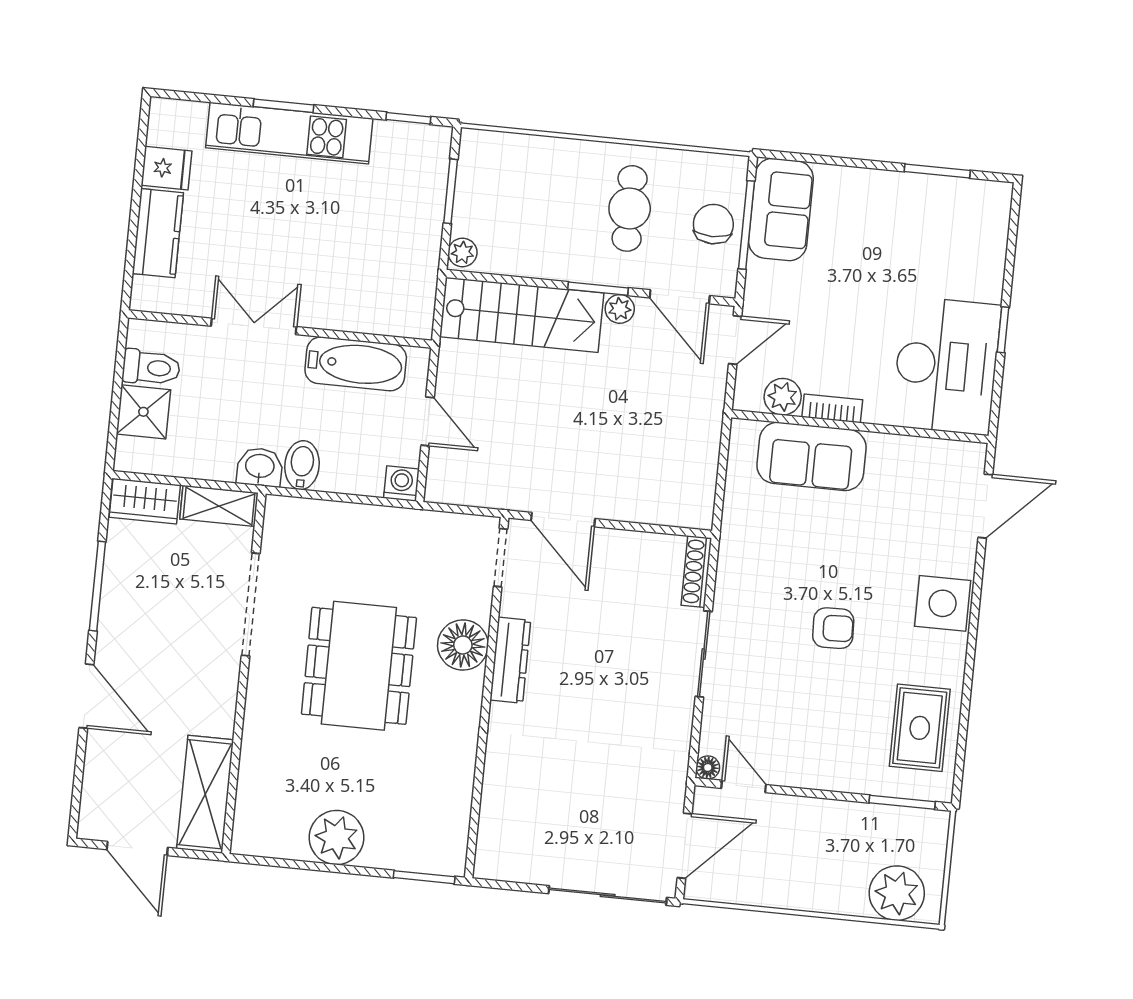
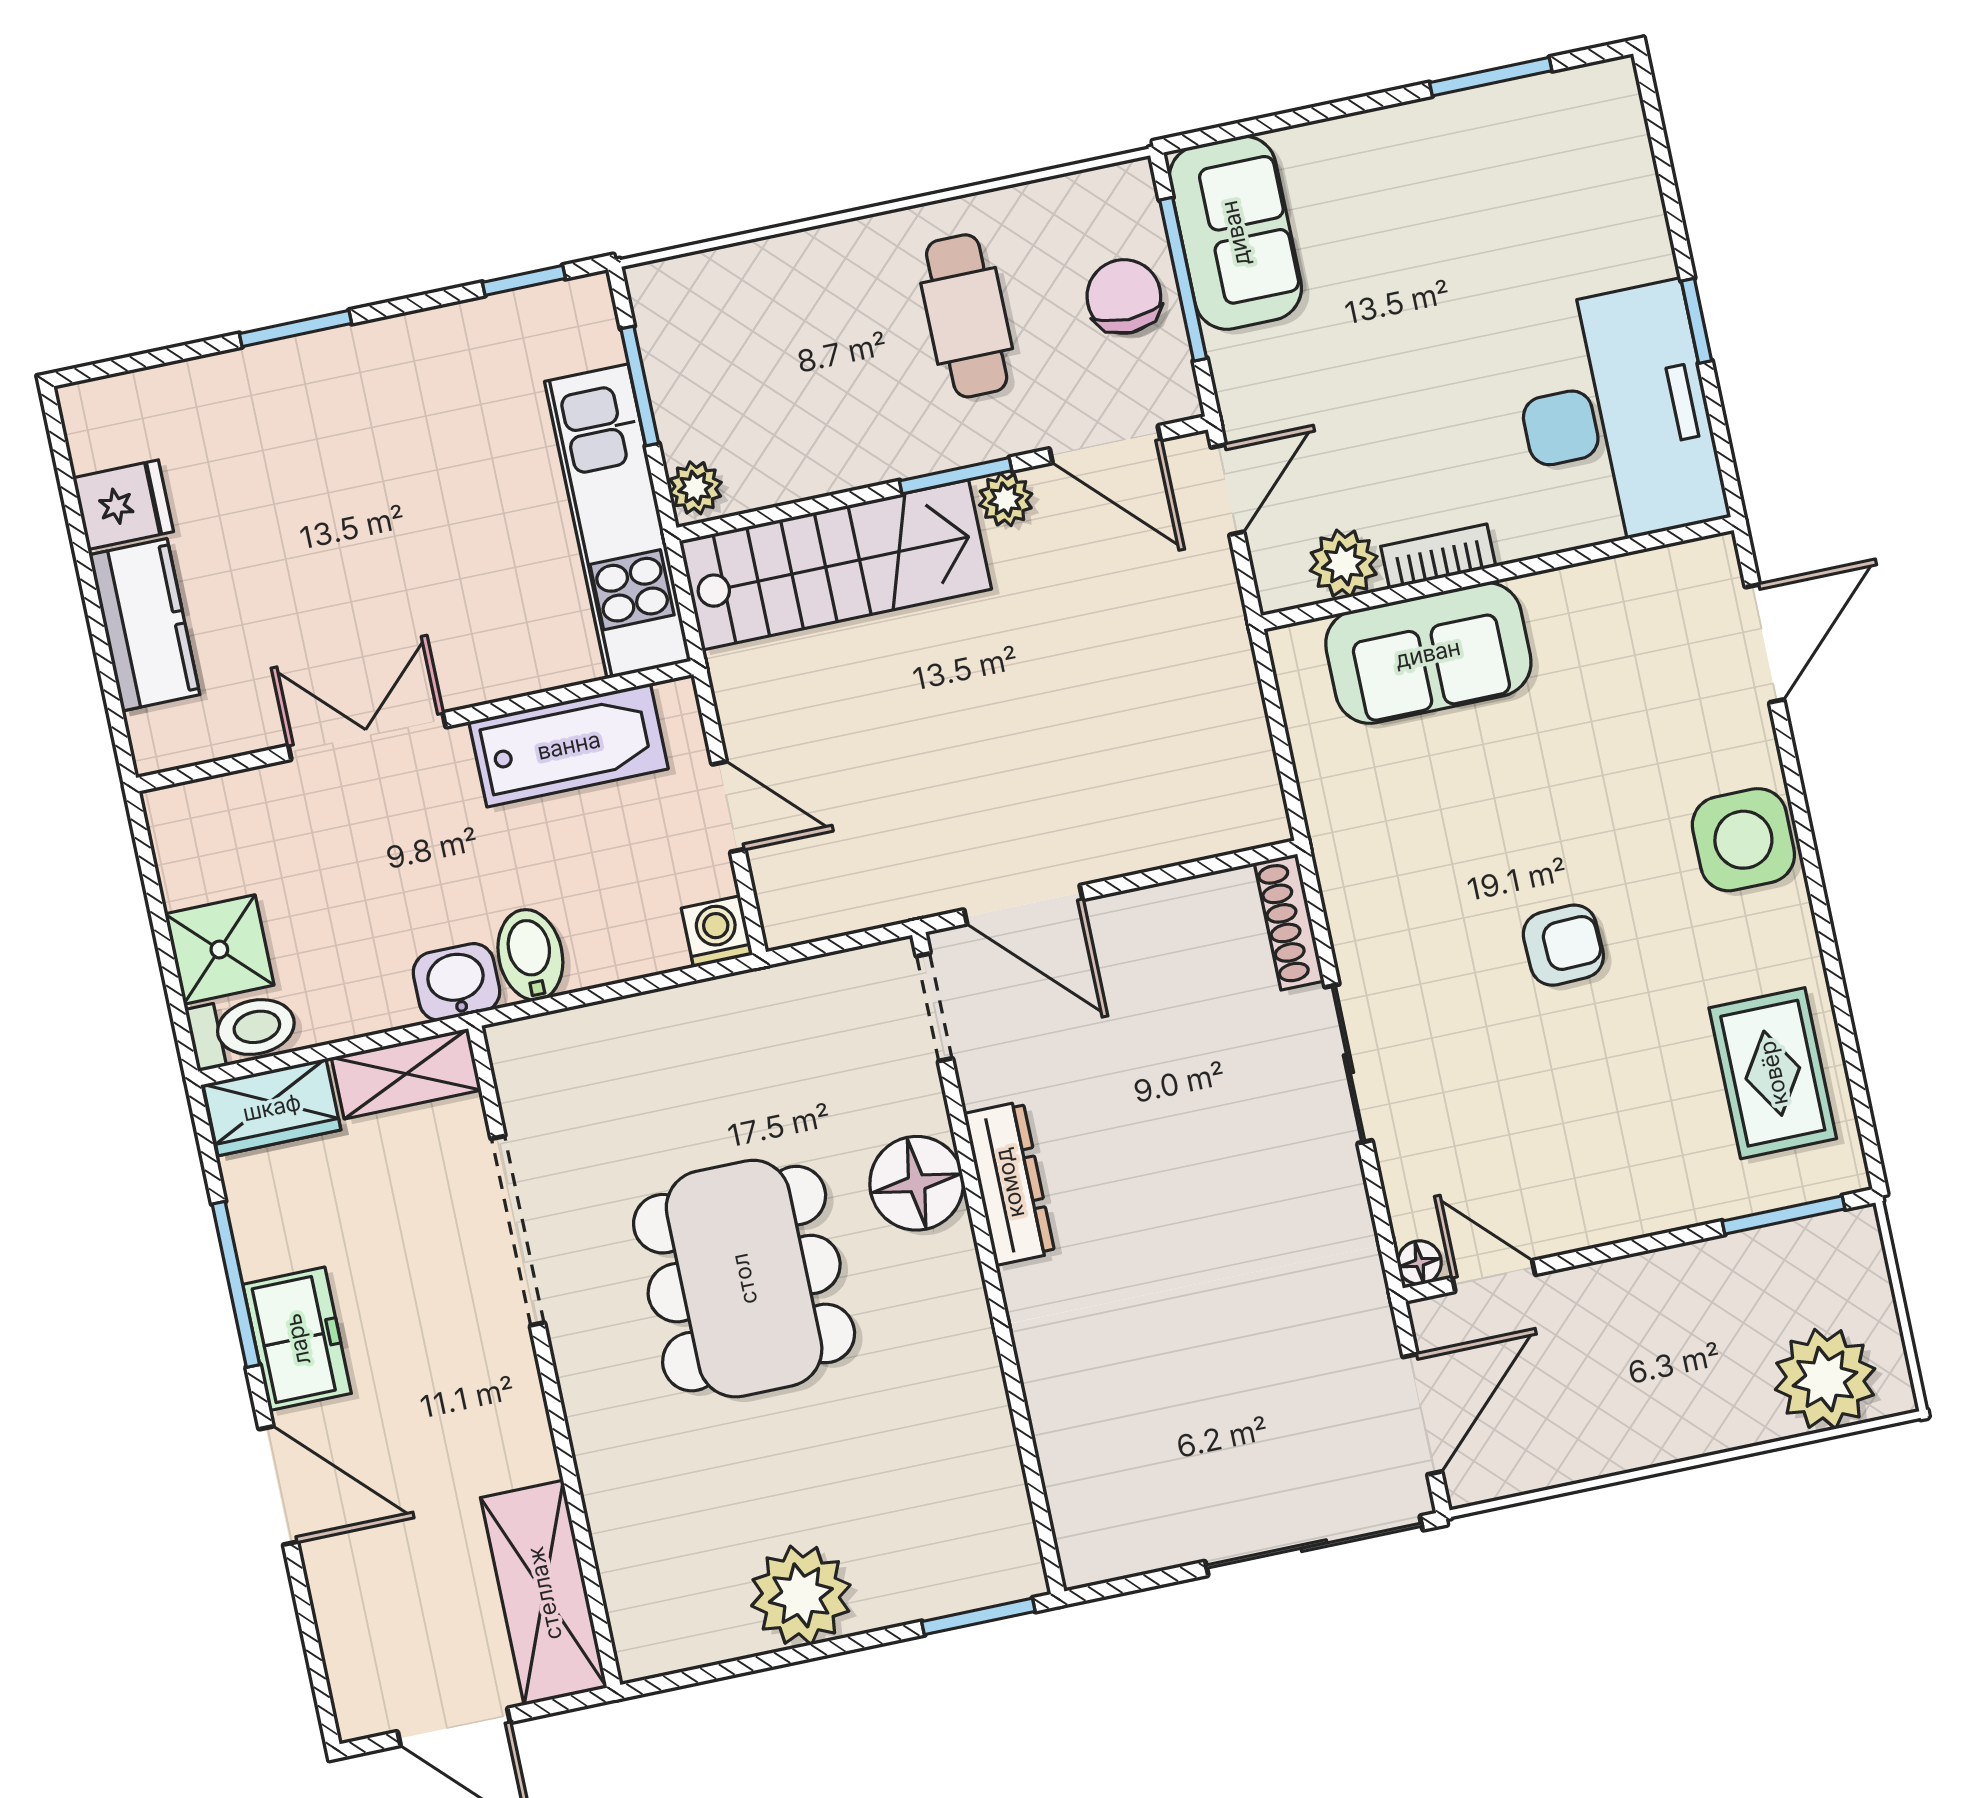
kitchen unit: (289, 133) -> (618, 521), moved, turned 90
toilet: (151, 367) -> (243, 1030), moved
freezer: (120, 624) -> (297, 1339), added

